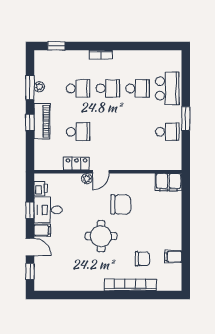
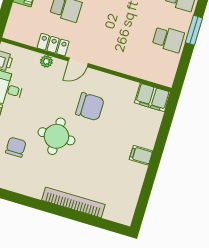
plant: (87, 179) -> (46, 61), moved
filing cabinet: (173, 257) -> (141, 155), moved
chair: (142, 259) -> (16, 147), moved, turned -90

